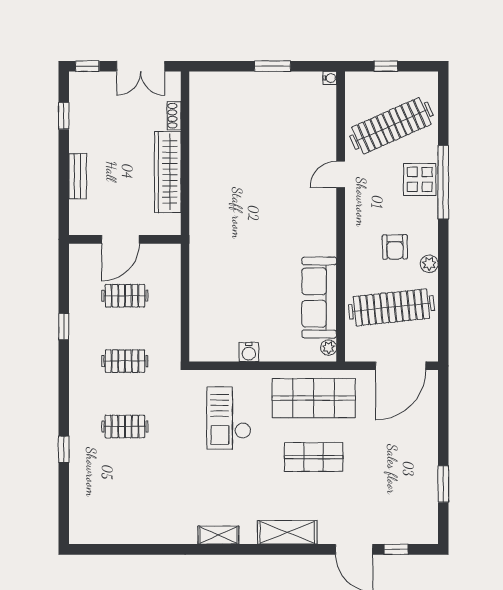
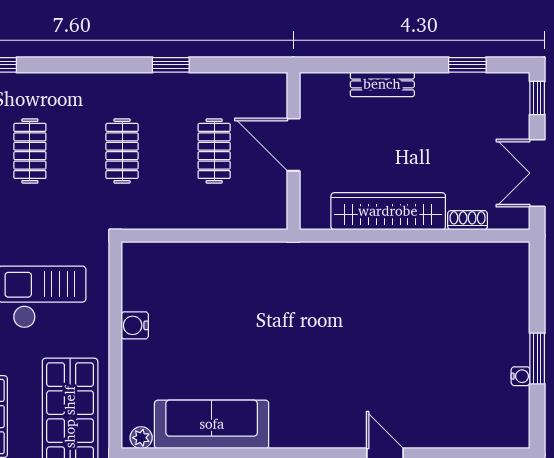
water cooler: (330, 78) -> (521, 376), moved, turned -90

